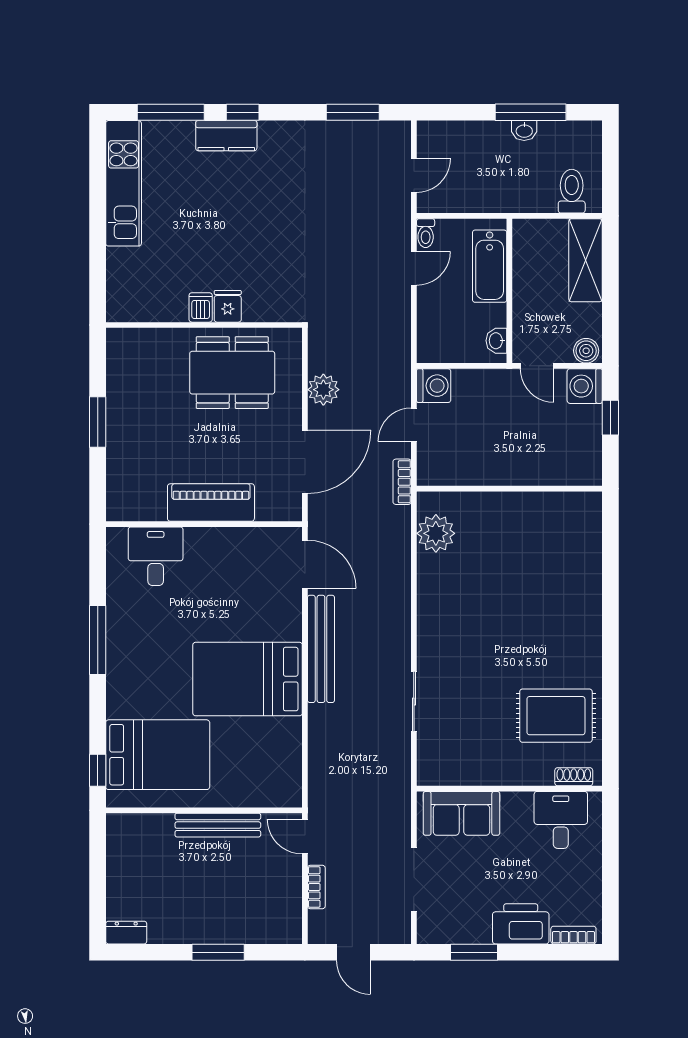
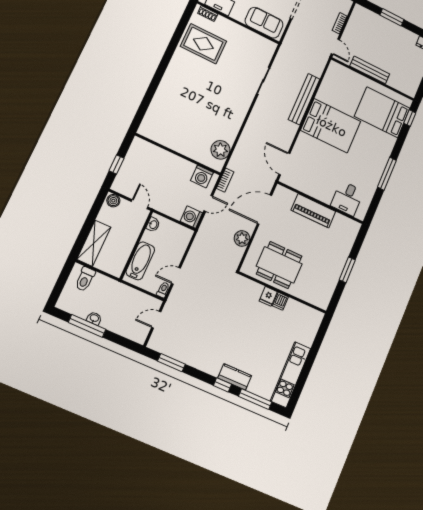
washing machine: (585, 386) -> (202, 176), moved, turned 90
bench: (321, 649) -> (304, 99), moved

